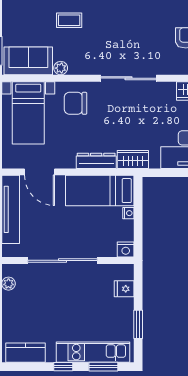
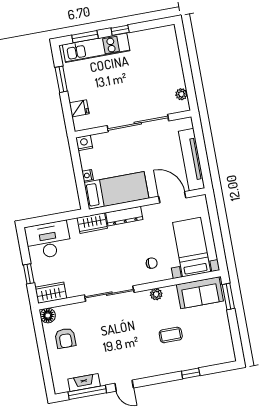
plant: (61, 68) -> (156, 294), moved
chair: (76, 103) -> (152, 263), width x0.54, depth x0.54
kitchen counter: (25, 353) -> (155, 36), removed

